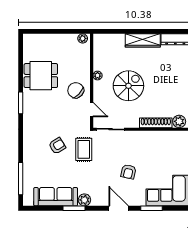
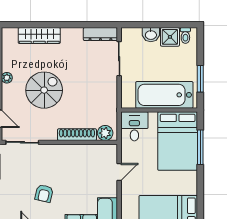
wardrobe: (143, 40) -> (39, 36), moved

